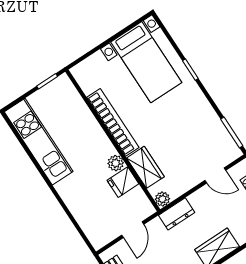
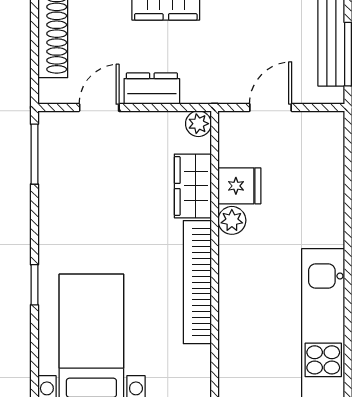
door: (215, 175) -> (99, 107), hinge flipped
dresser: (177, 214) -> (152, 89), moved

